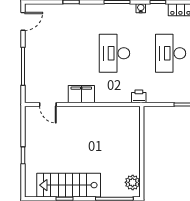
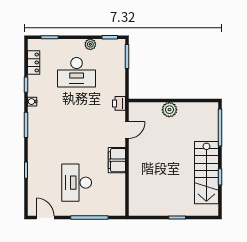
desk: (115, 53) -> (77, 183), moved, turned 90
door: (48, 104) -> (127, 130), moved
plant: (133, 182) -> (169, 110), moved

